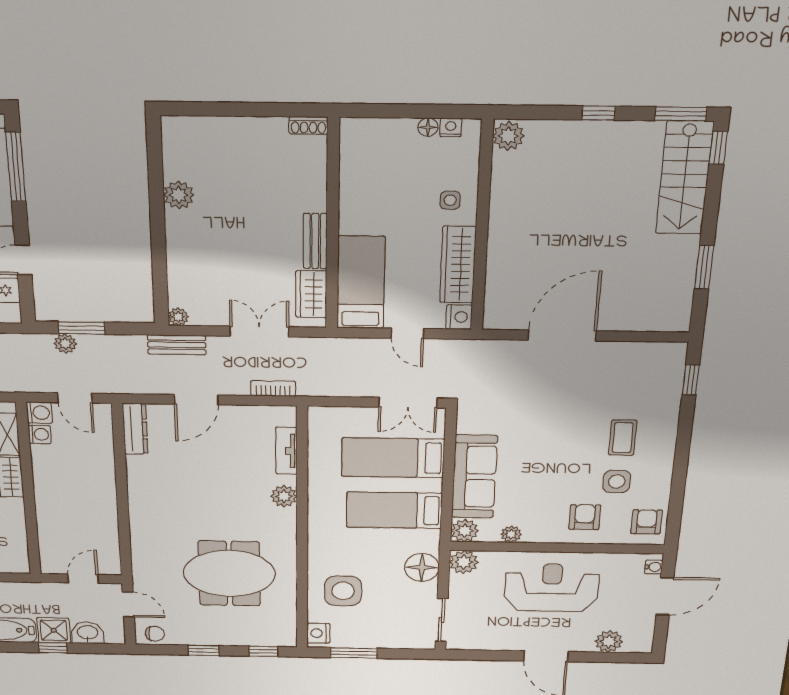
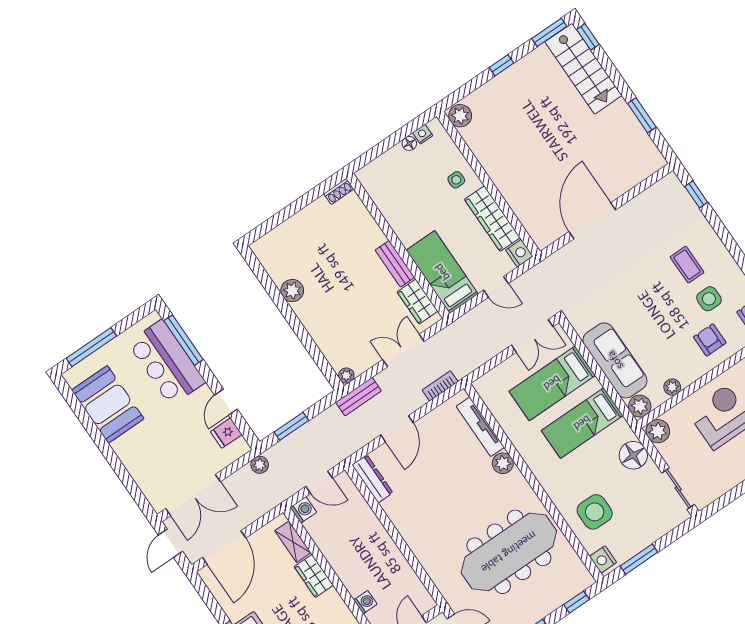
plant: (65, 344) -> (260, 465), moved
washing machine: (40, 434) -> (365, 602), moved
tv unit: (286, 451) -> (480, 427), width x1.41
meeting table: (229, 573) -> (509, 552), width x1.36

